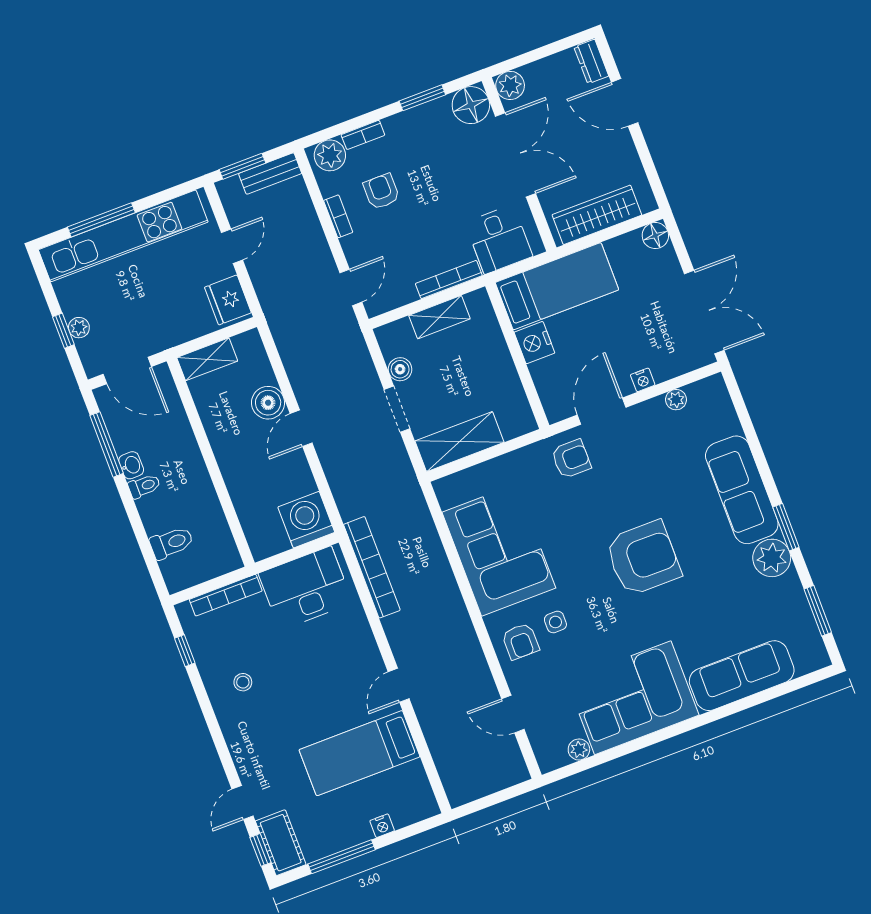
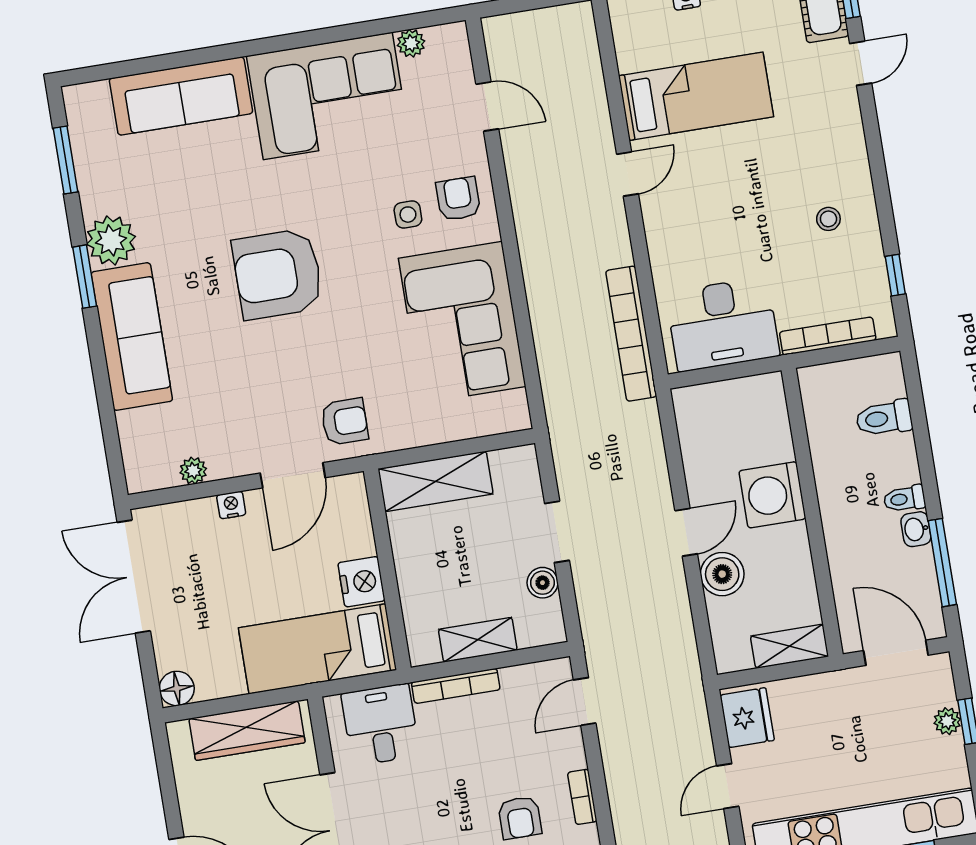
shelving: (460, 442) -> (436, 481), moved
armchair: (571, 459) -> (345, 422), turned 180
washing machine: (306, 520) -> (772, 495), moved, turned 90

